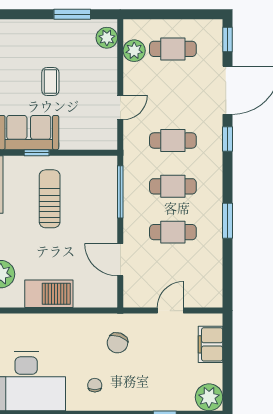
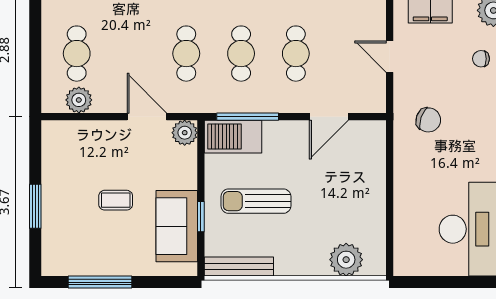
window: (72, 14) -> (35, 206), moved
plant: (107, 38) -> (185, 133), moved
door: (120, 108) -> (147, 117), width x1.38
barbecue: (49, 294) -> (233, 137), moved, turned -90
chair: (95, 385) -> (481, 59), moved

